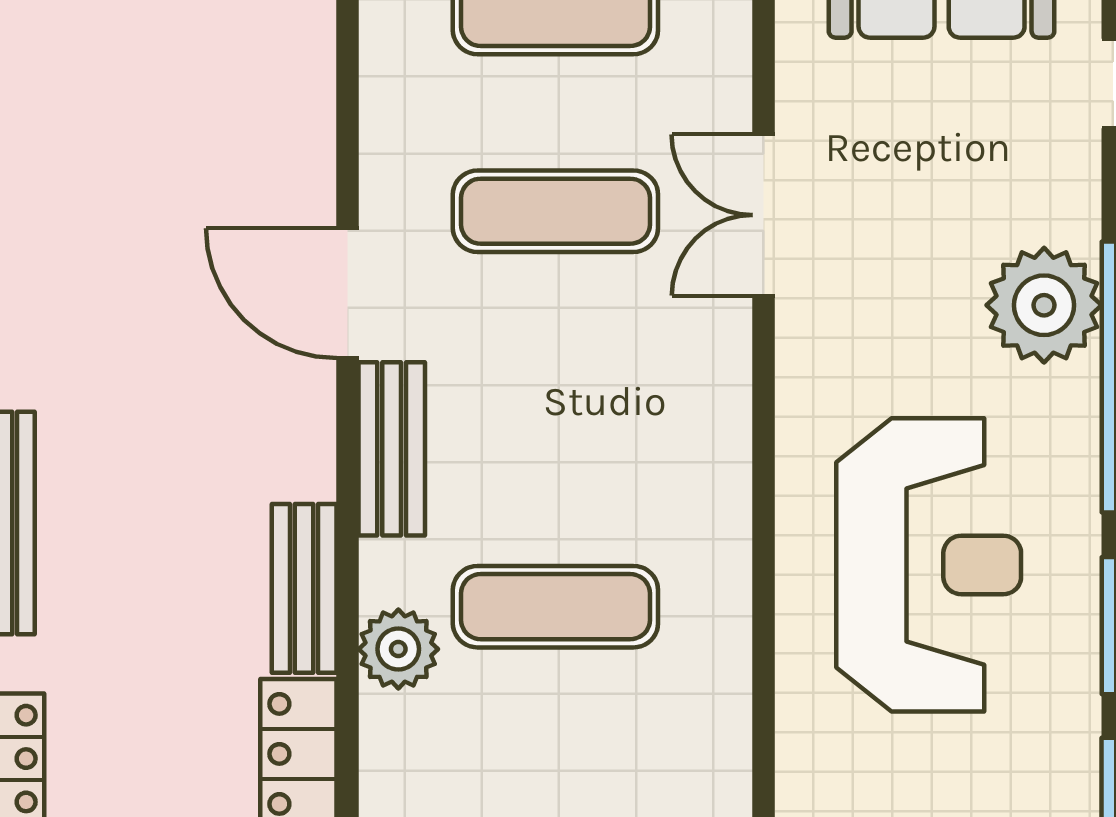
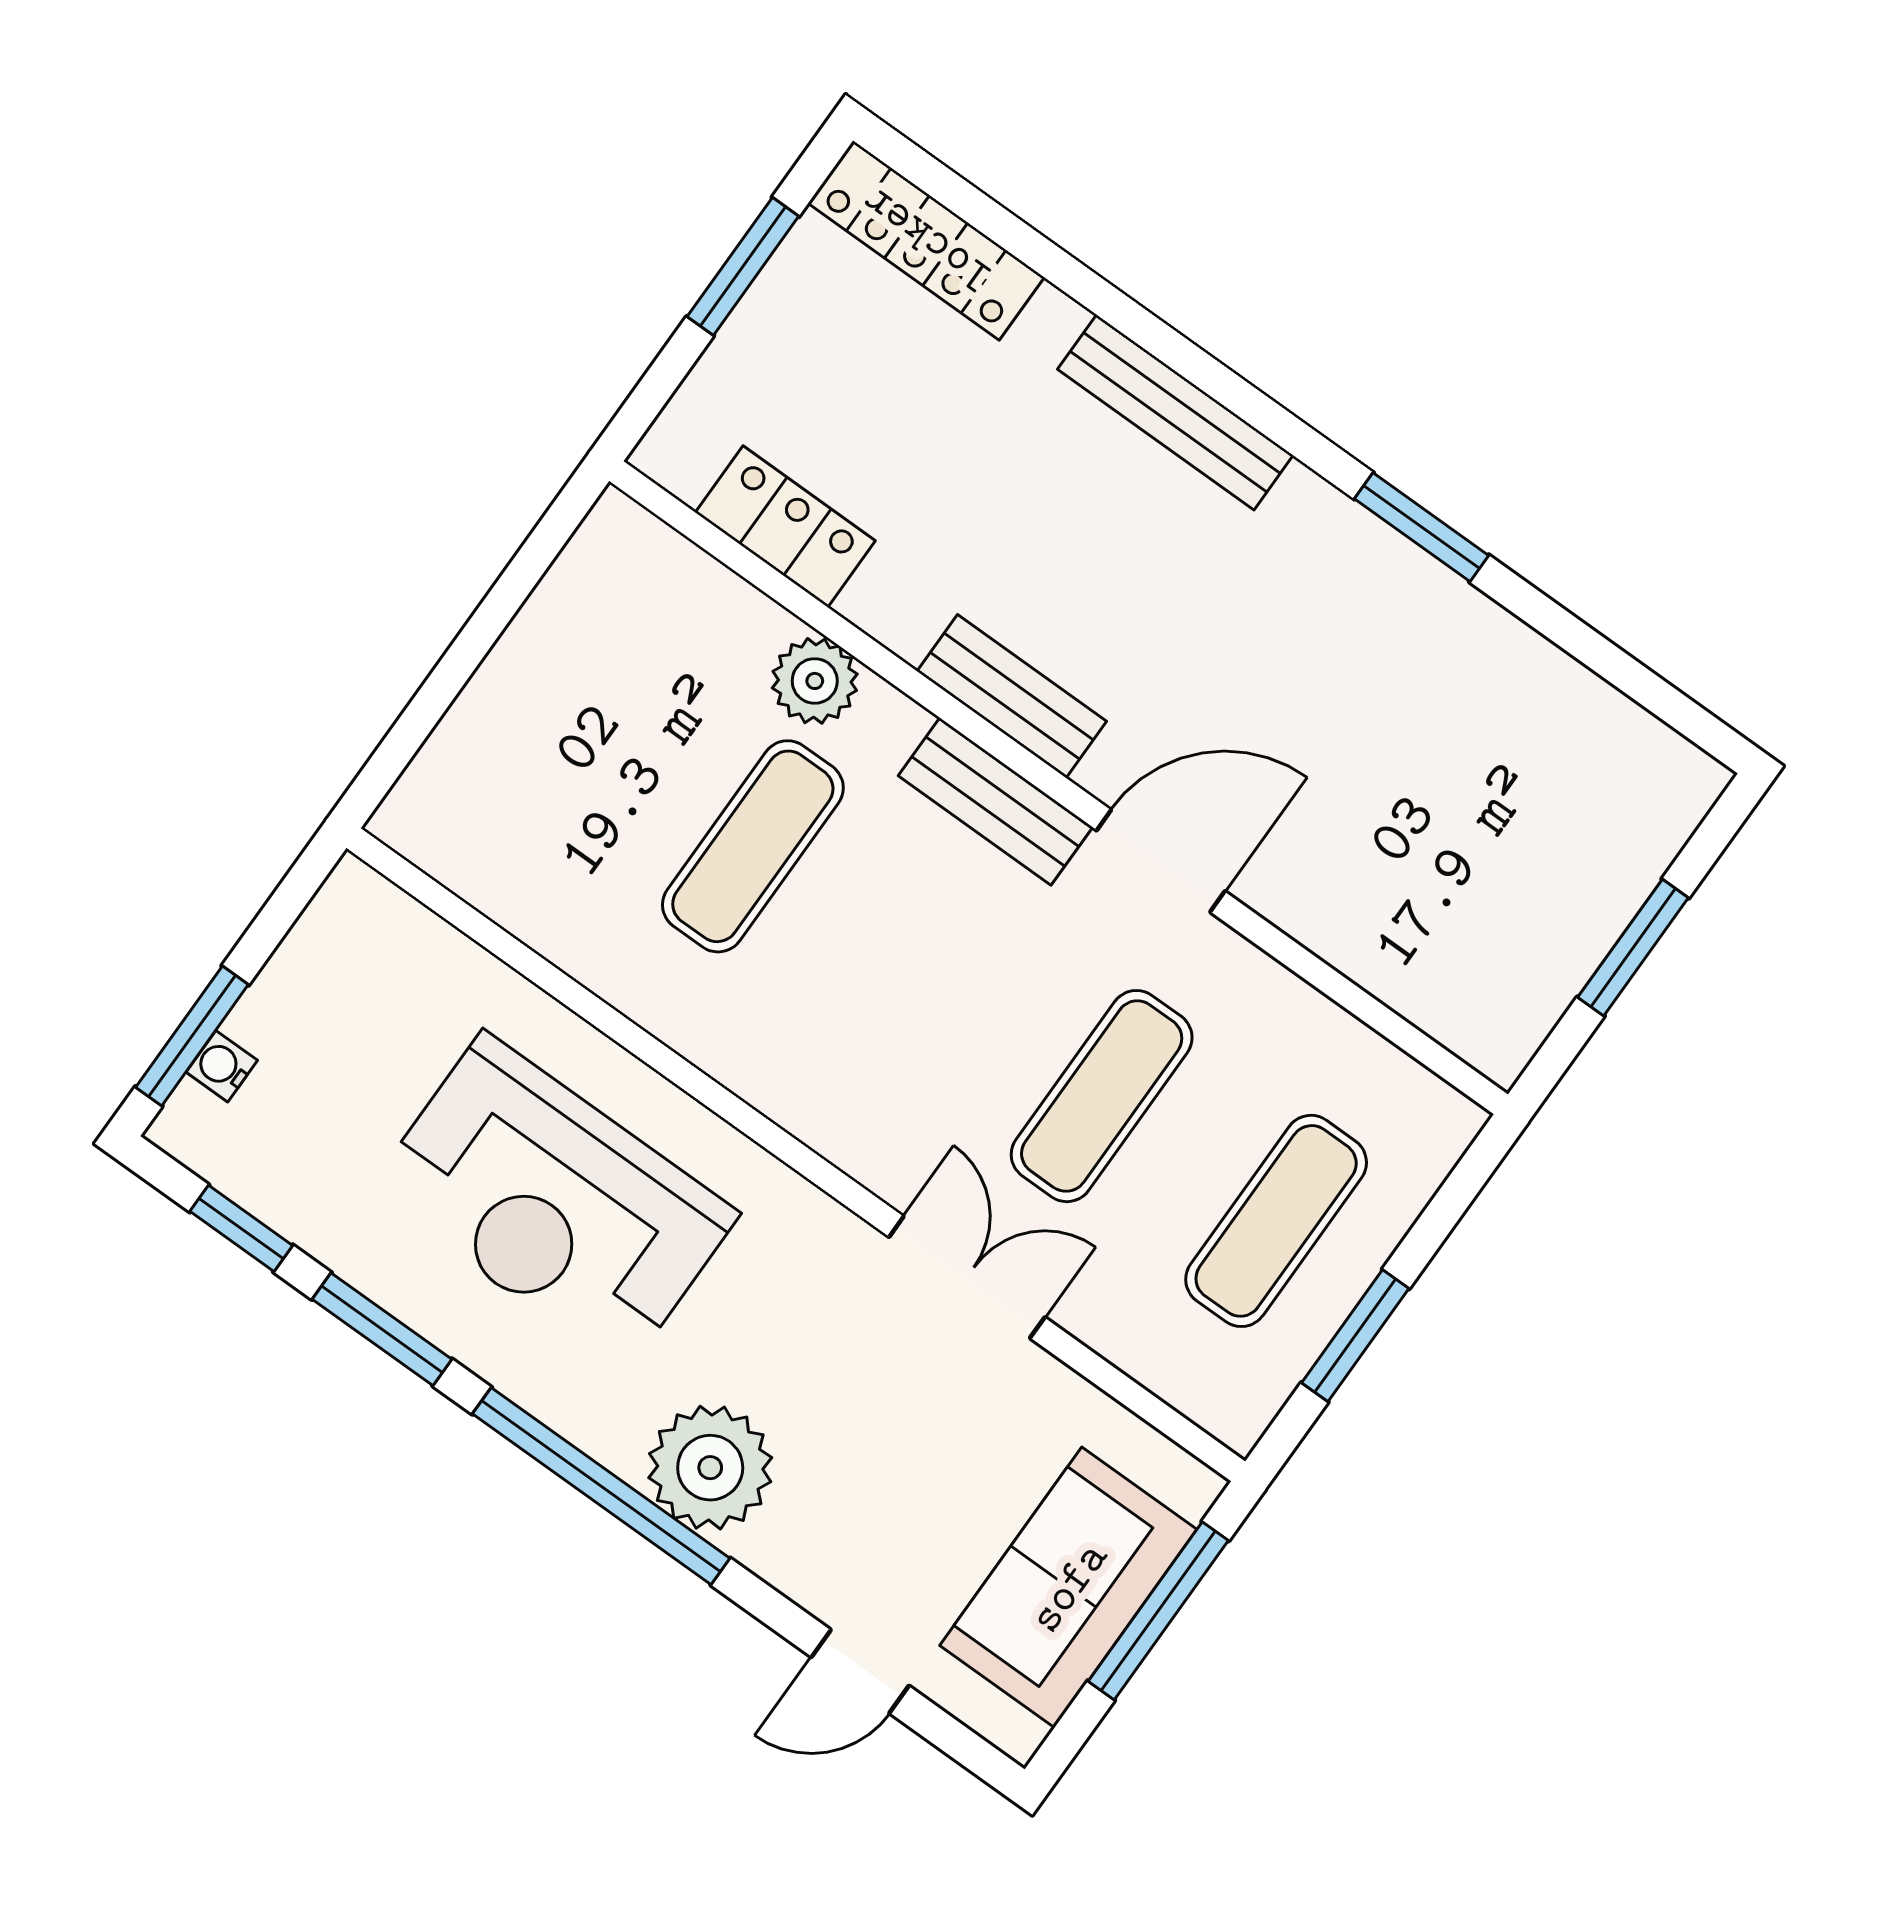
bench: (304, 588) -> (1012, 696), moved

